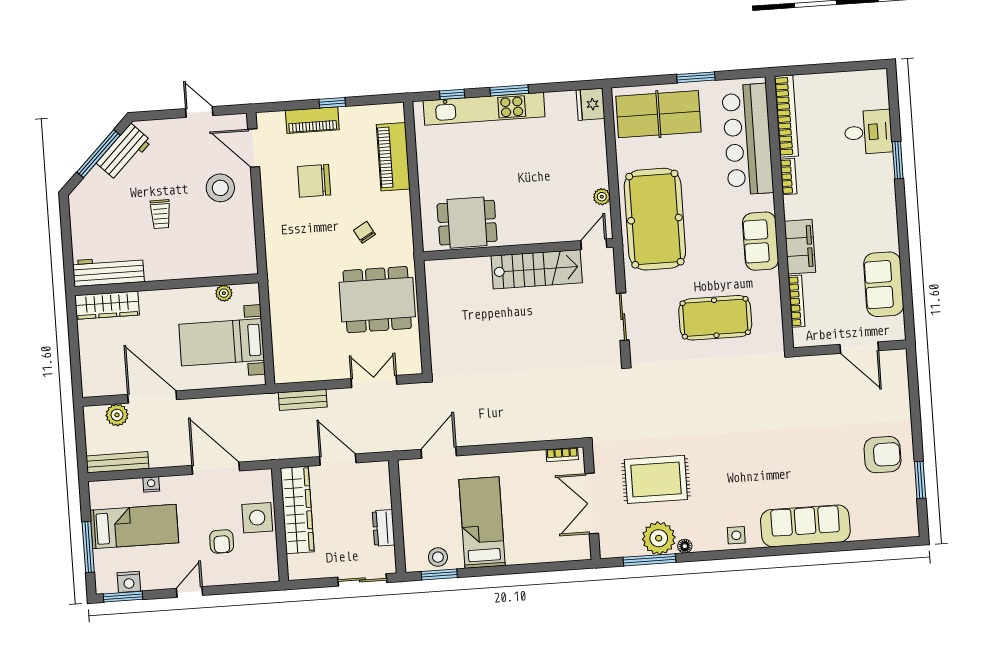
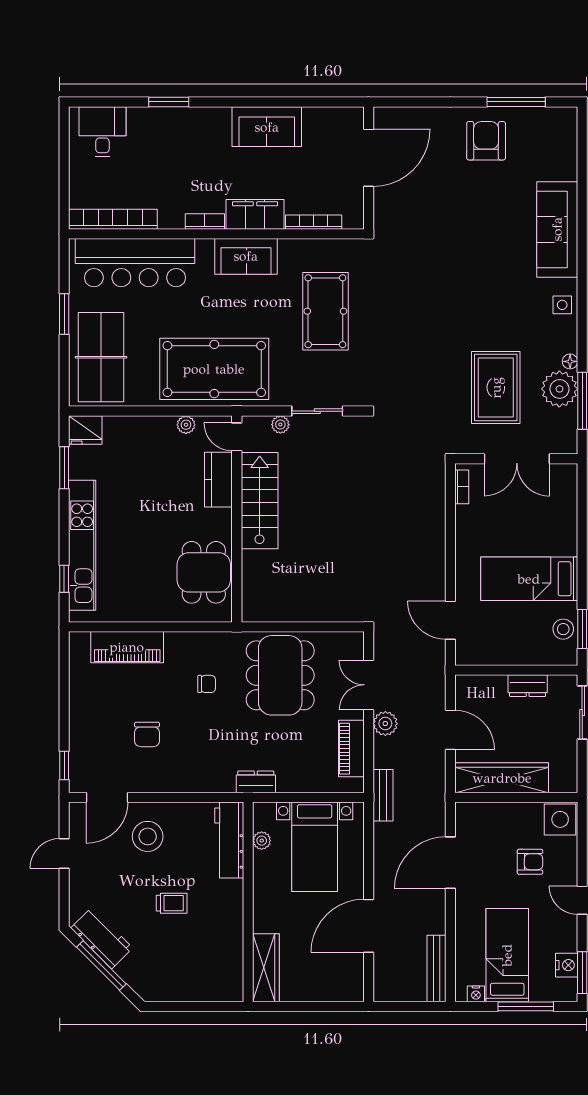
window: (509, 90) -> (64, 468), moved
window: (332, 103) -> (64, 766), moved
piano: (312, 120) -> (351, 749), moved, turned 180
desk: (868, 132) -> (102, 132), moved
bookcase: (788, 177) -> (205, 221), moved
chair: (314, 181) -> (147, 734), width x0.73, depth x0.73
kitchen counter: (553, 230) -> (218, 480), added
chair: (364, 232) -> (207, 684), turned -150
workbench: (108, 271) -> (229, 840), moved
dresser: (277, 284) -> (256, 782), added
plant: (608, 284) -> (280, 425), added
sofa: (884, 284) -> (267, 127), moved
door: (859, 348) -> (369, 158), width x1.36
bench: (303, 400) -> (383, 795), moved
plant: (117, 415) -> (385, 724), moved
door: (338, 460) -> (450, 730), swing flipped
window: (920, 480) -> (516, 102), width x1.44
nightstand: (151, 484) -> (476, 994), moved, turned -90
side table: (257, 518) -> (560, 819), moved

